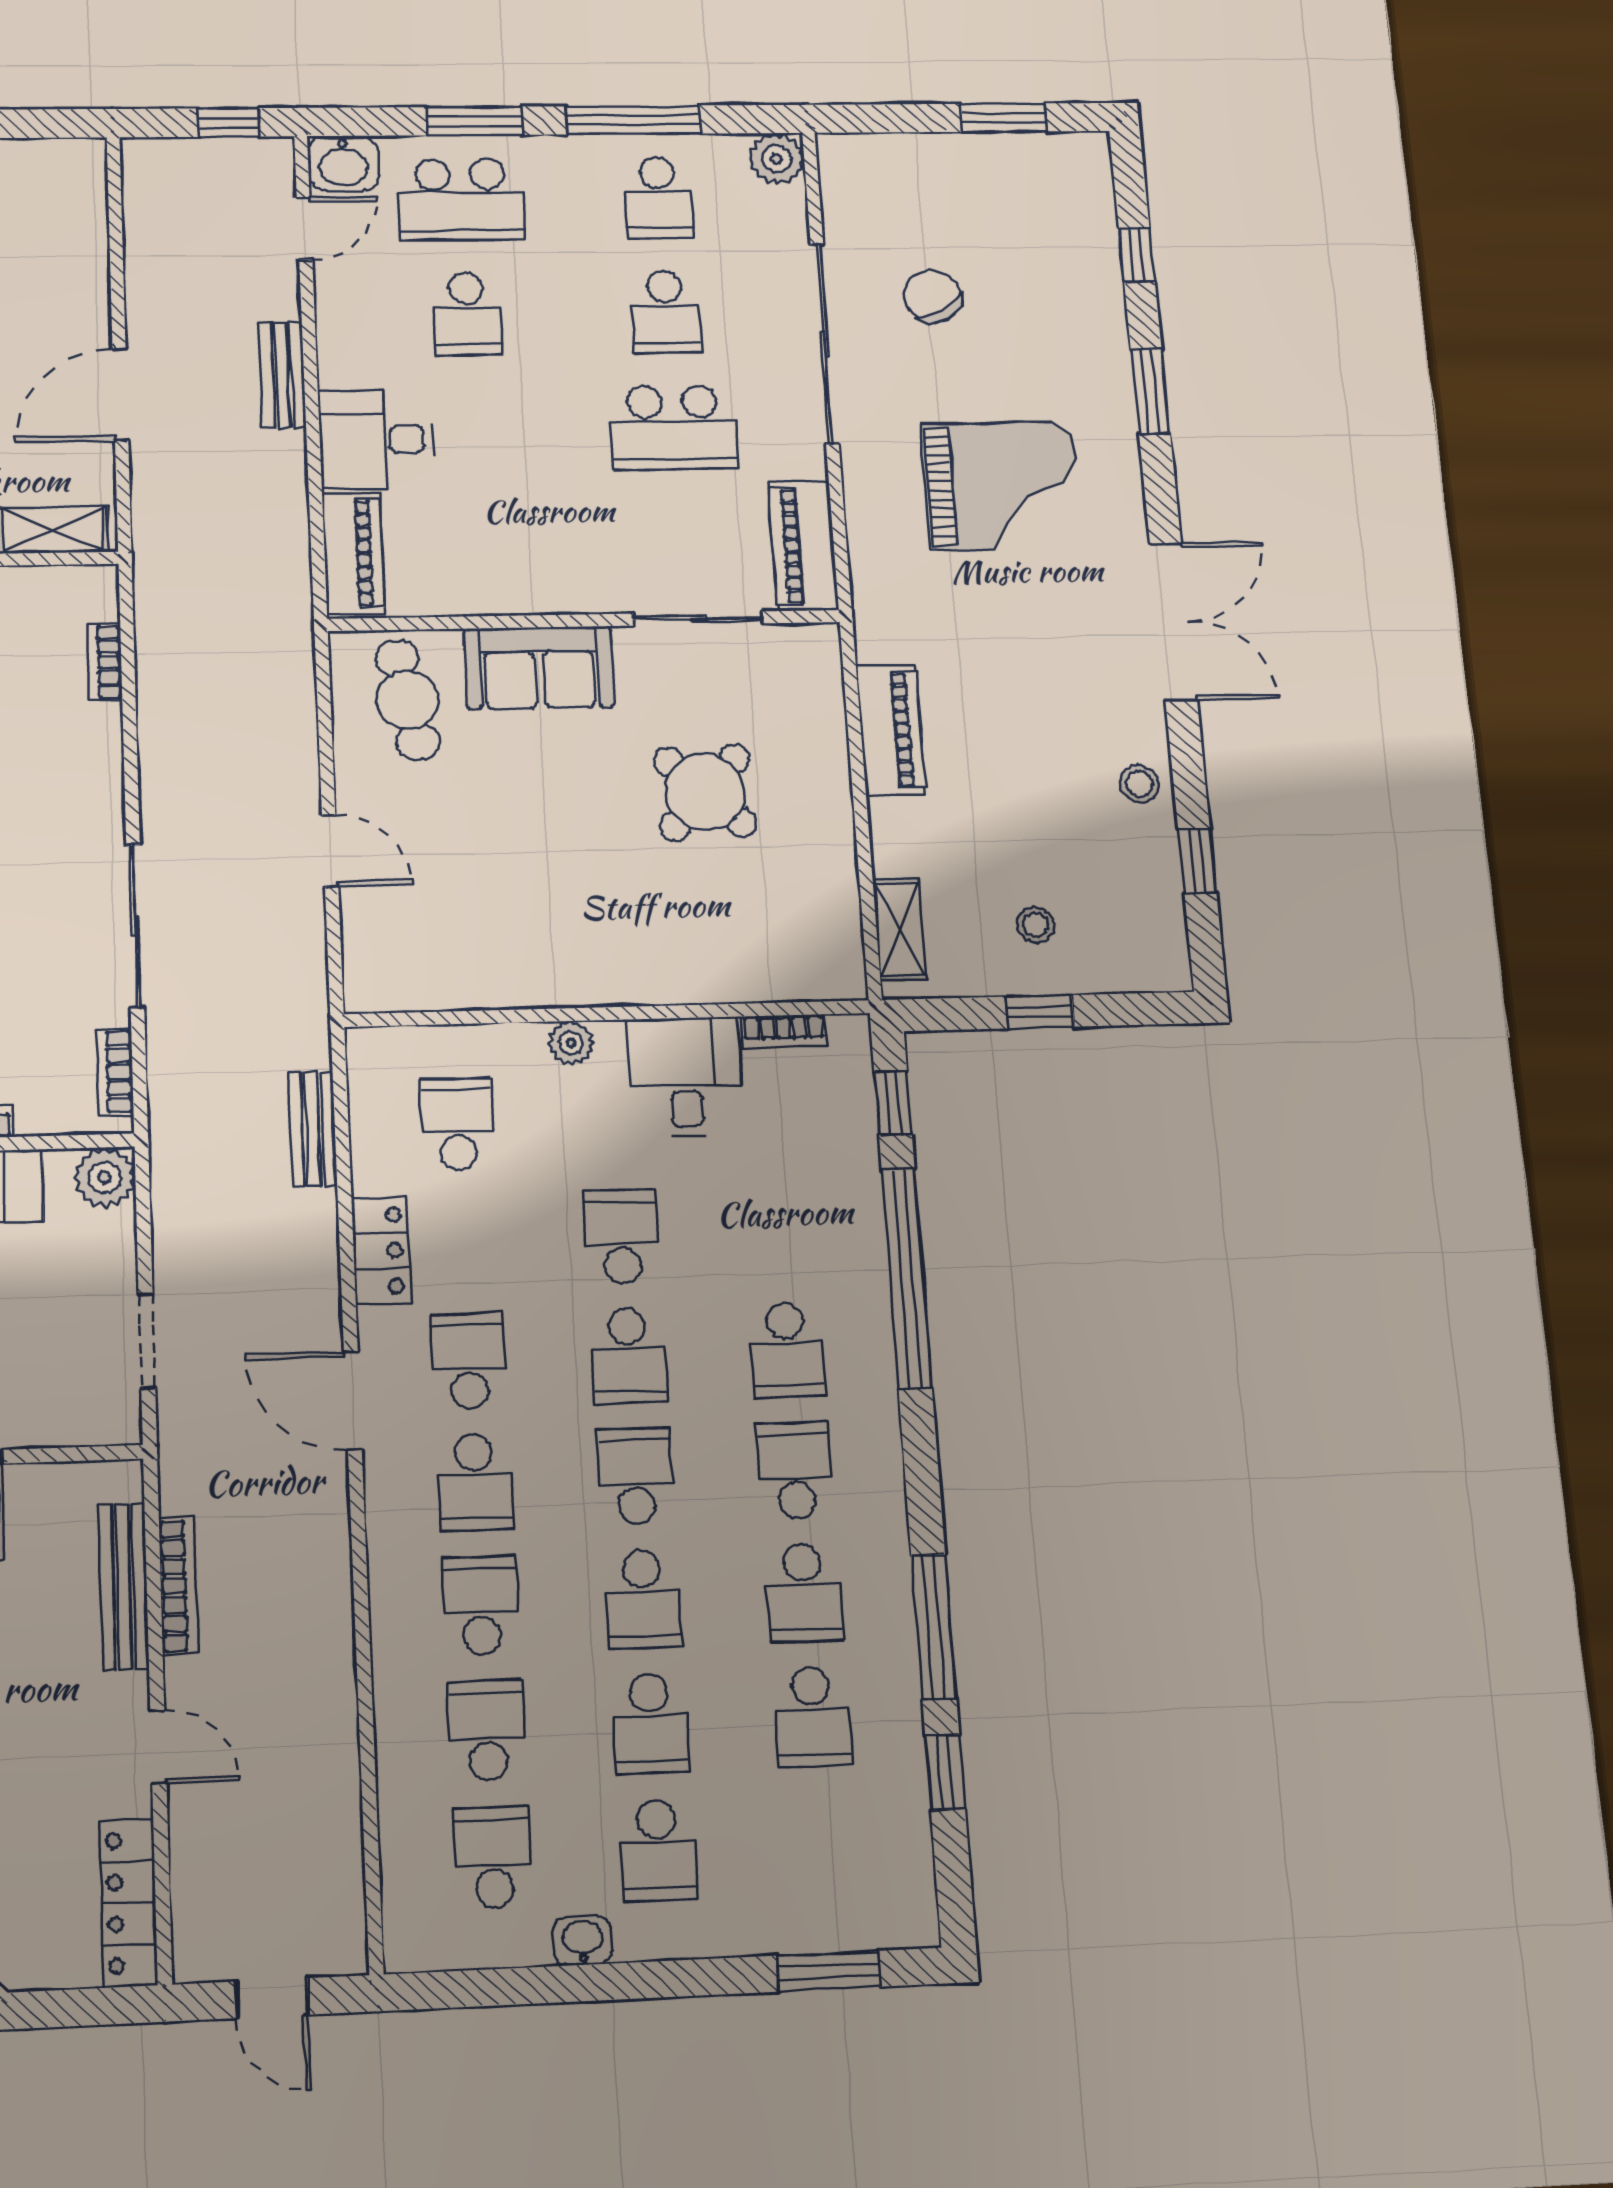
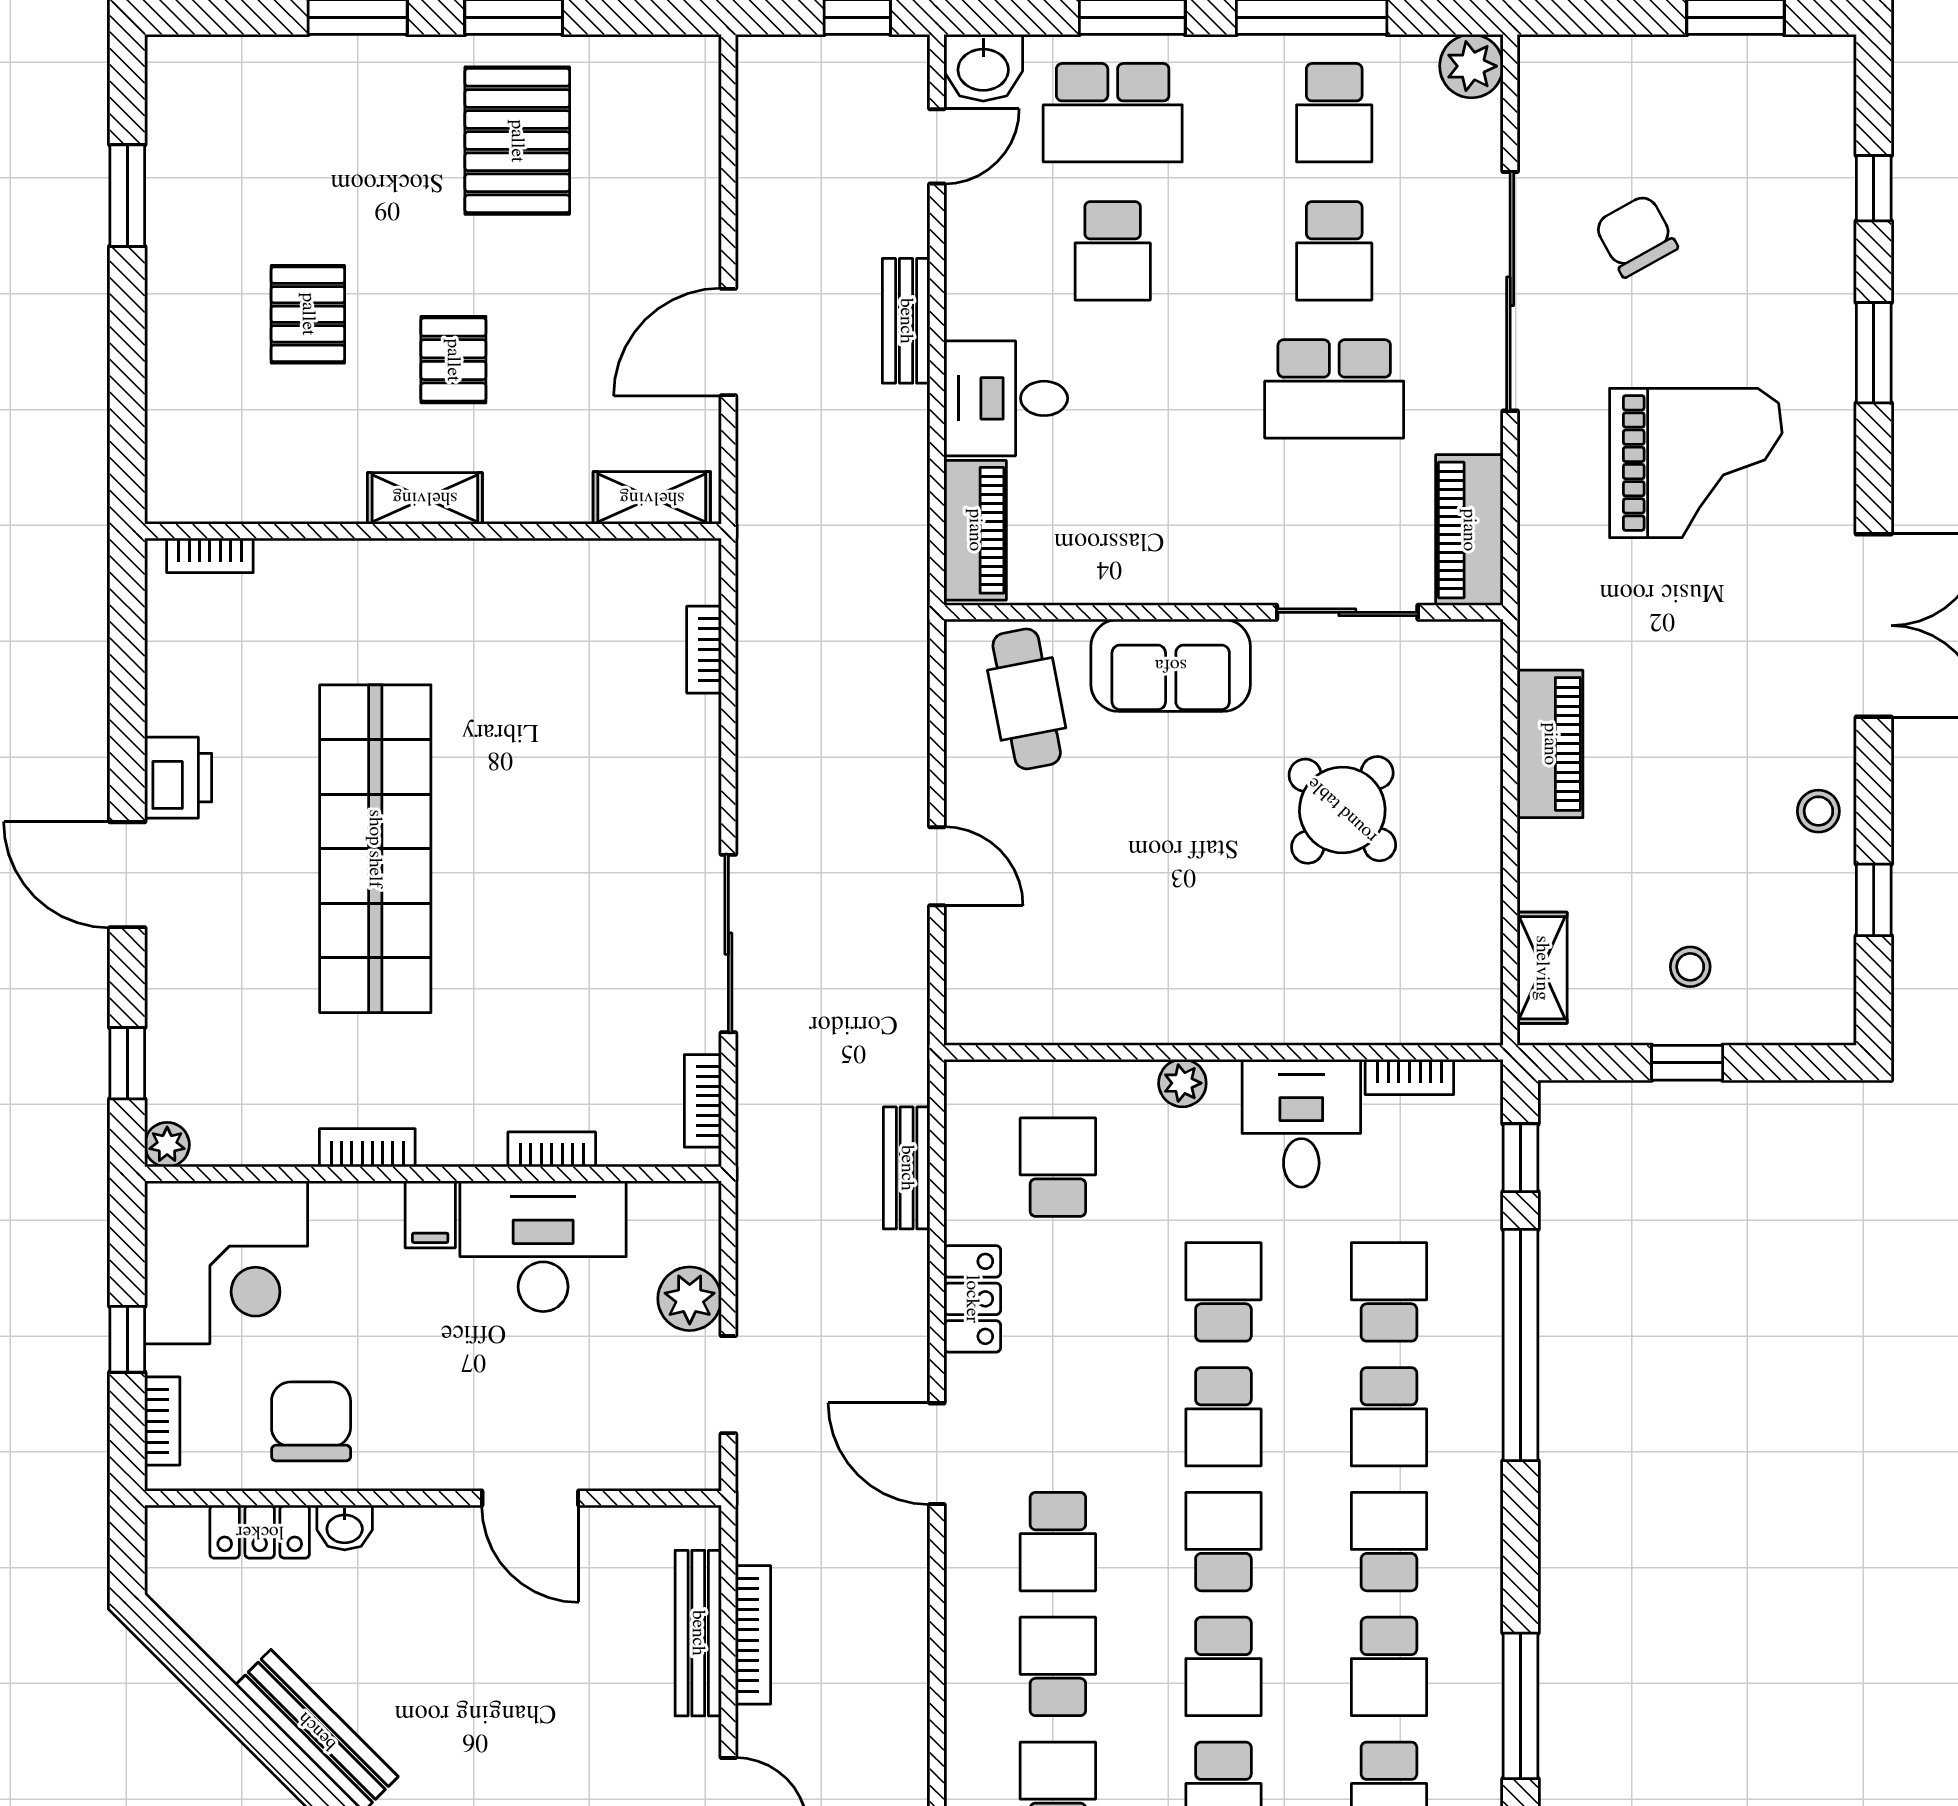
plant: (105, 1177) -> (690, 1299), moved
school desk: (469, 1361) -> (1389, 1292), moved

